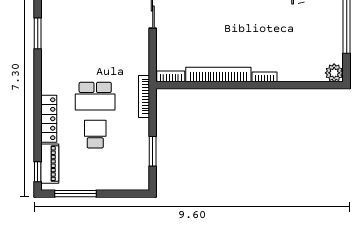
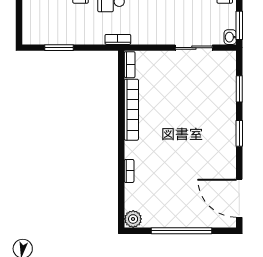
bookcase: (265, 77) -> (129, 171), moved
bookcase: (144, 96) -> (118, 39), width x0.64

